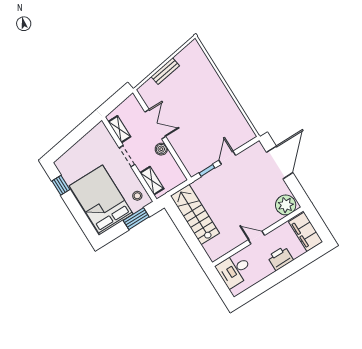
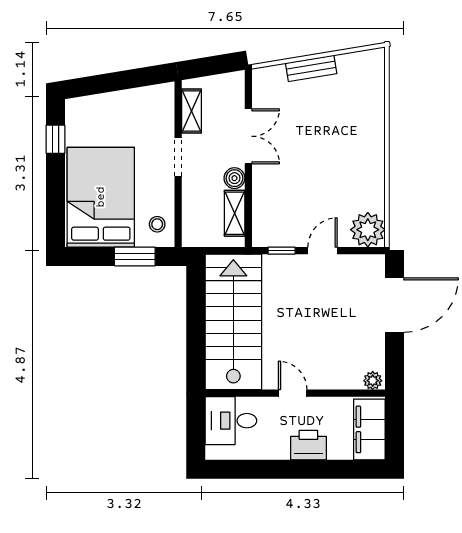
plant: (243, 133) -> (368, 230), added
shelving: (152, 181) -> (235, 213), moved
plant: (286, 205) -> (373, 381), width x0.53, depth x0.53
stairs: (195, 215) -> (233, 322), width x1.36, depth x1.51

